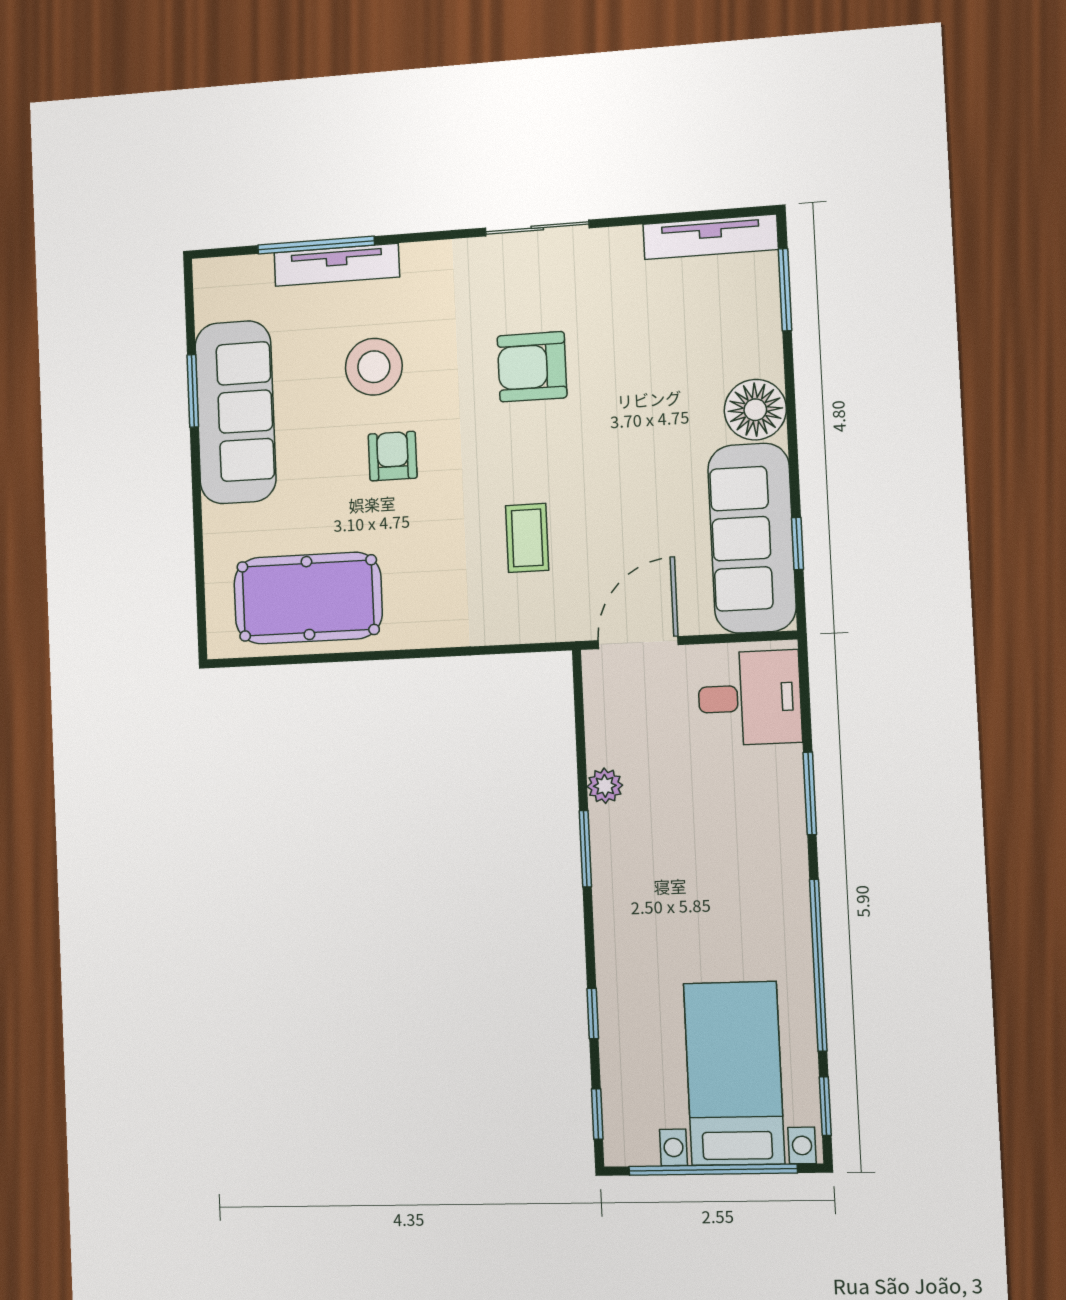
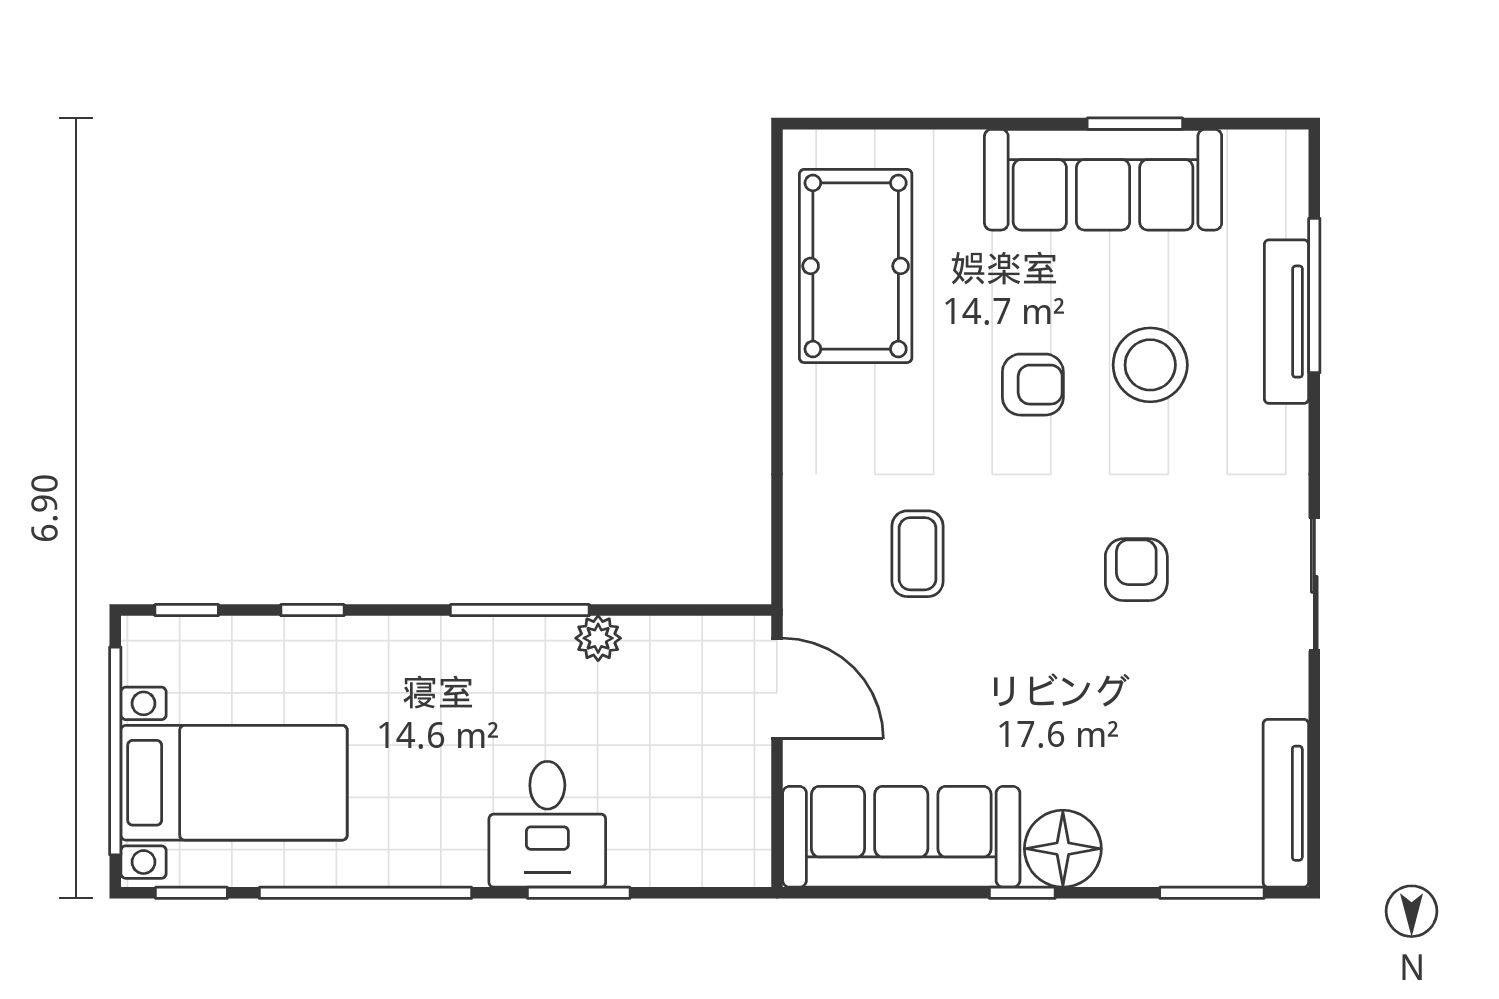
armchair: (532, 367) -> (1136, 570), width x0.72, depth x0.72
coffee table: (527, 538) -> (918, 554), turned 90
window: (798, 543) -> (1022, 893), moved
desk: (750, 698) -> (547, 824), moved
window: (585, 849) -> (520, 610), width x1.44

